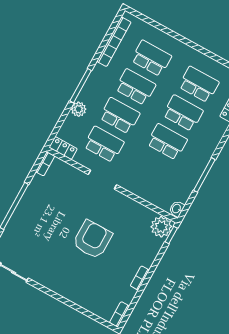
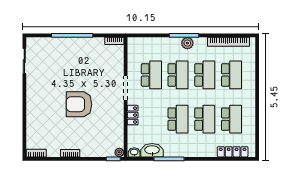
plant: (79, 109) -> (187, 43), moved
locker: (63, 148) -> (133, 115), moved
washbasin: (185, 188) -> (152, 150), added
plant: (161, 227) -> (119, 152), width x0.53, depth x0.53
armchair: (92, 239) -> (79, 104), turned 180

